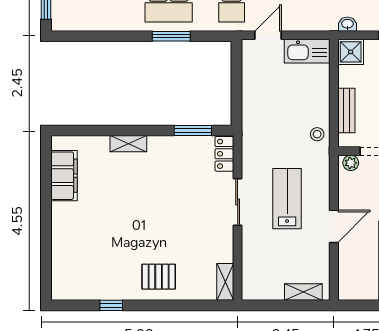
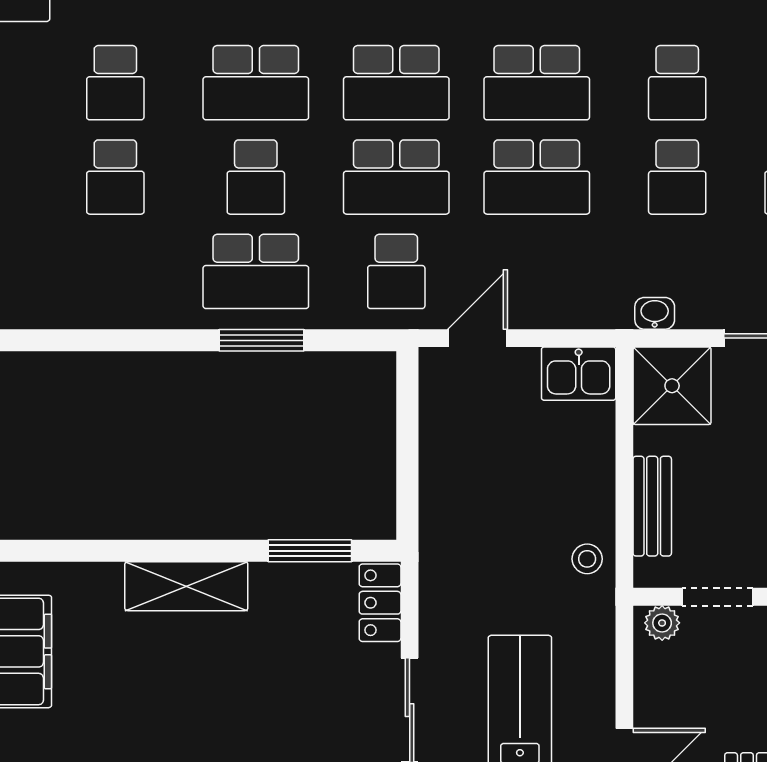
kitchen sink: (307, 51) -> (579, 374), width x0.73
shower: (351, 52) -> (672, 386), width x1.36, depth x1.36
shelving: (128, 144) -> (186, 586), width x1.50, depth x1.33

